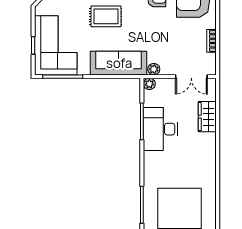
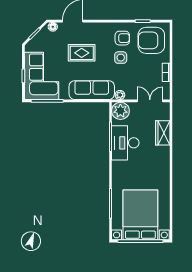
side table: (155, 22) -> (121, 58), added
double door: (191, 77) -> (150, 101), swing flipped
plant: (149, 84) -> (120, 111), width x1.87, depth x1.87

